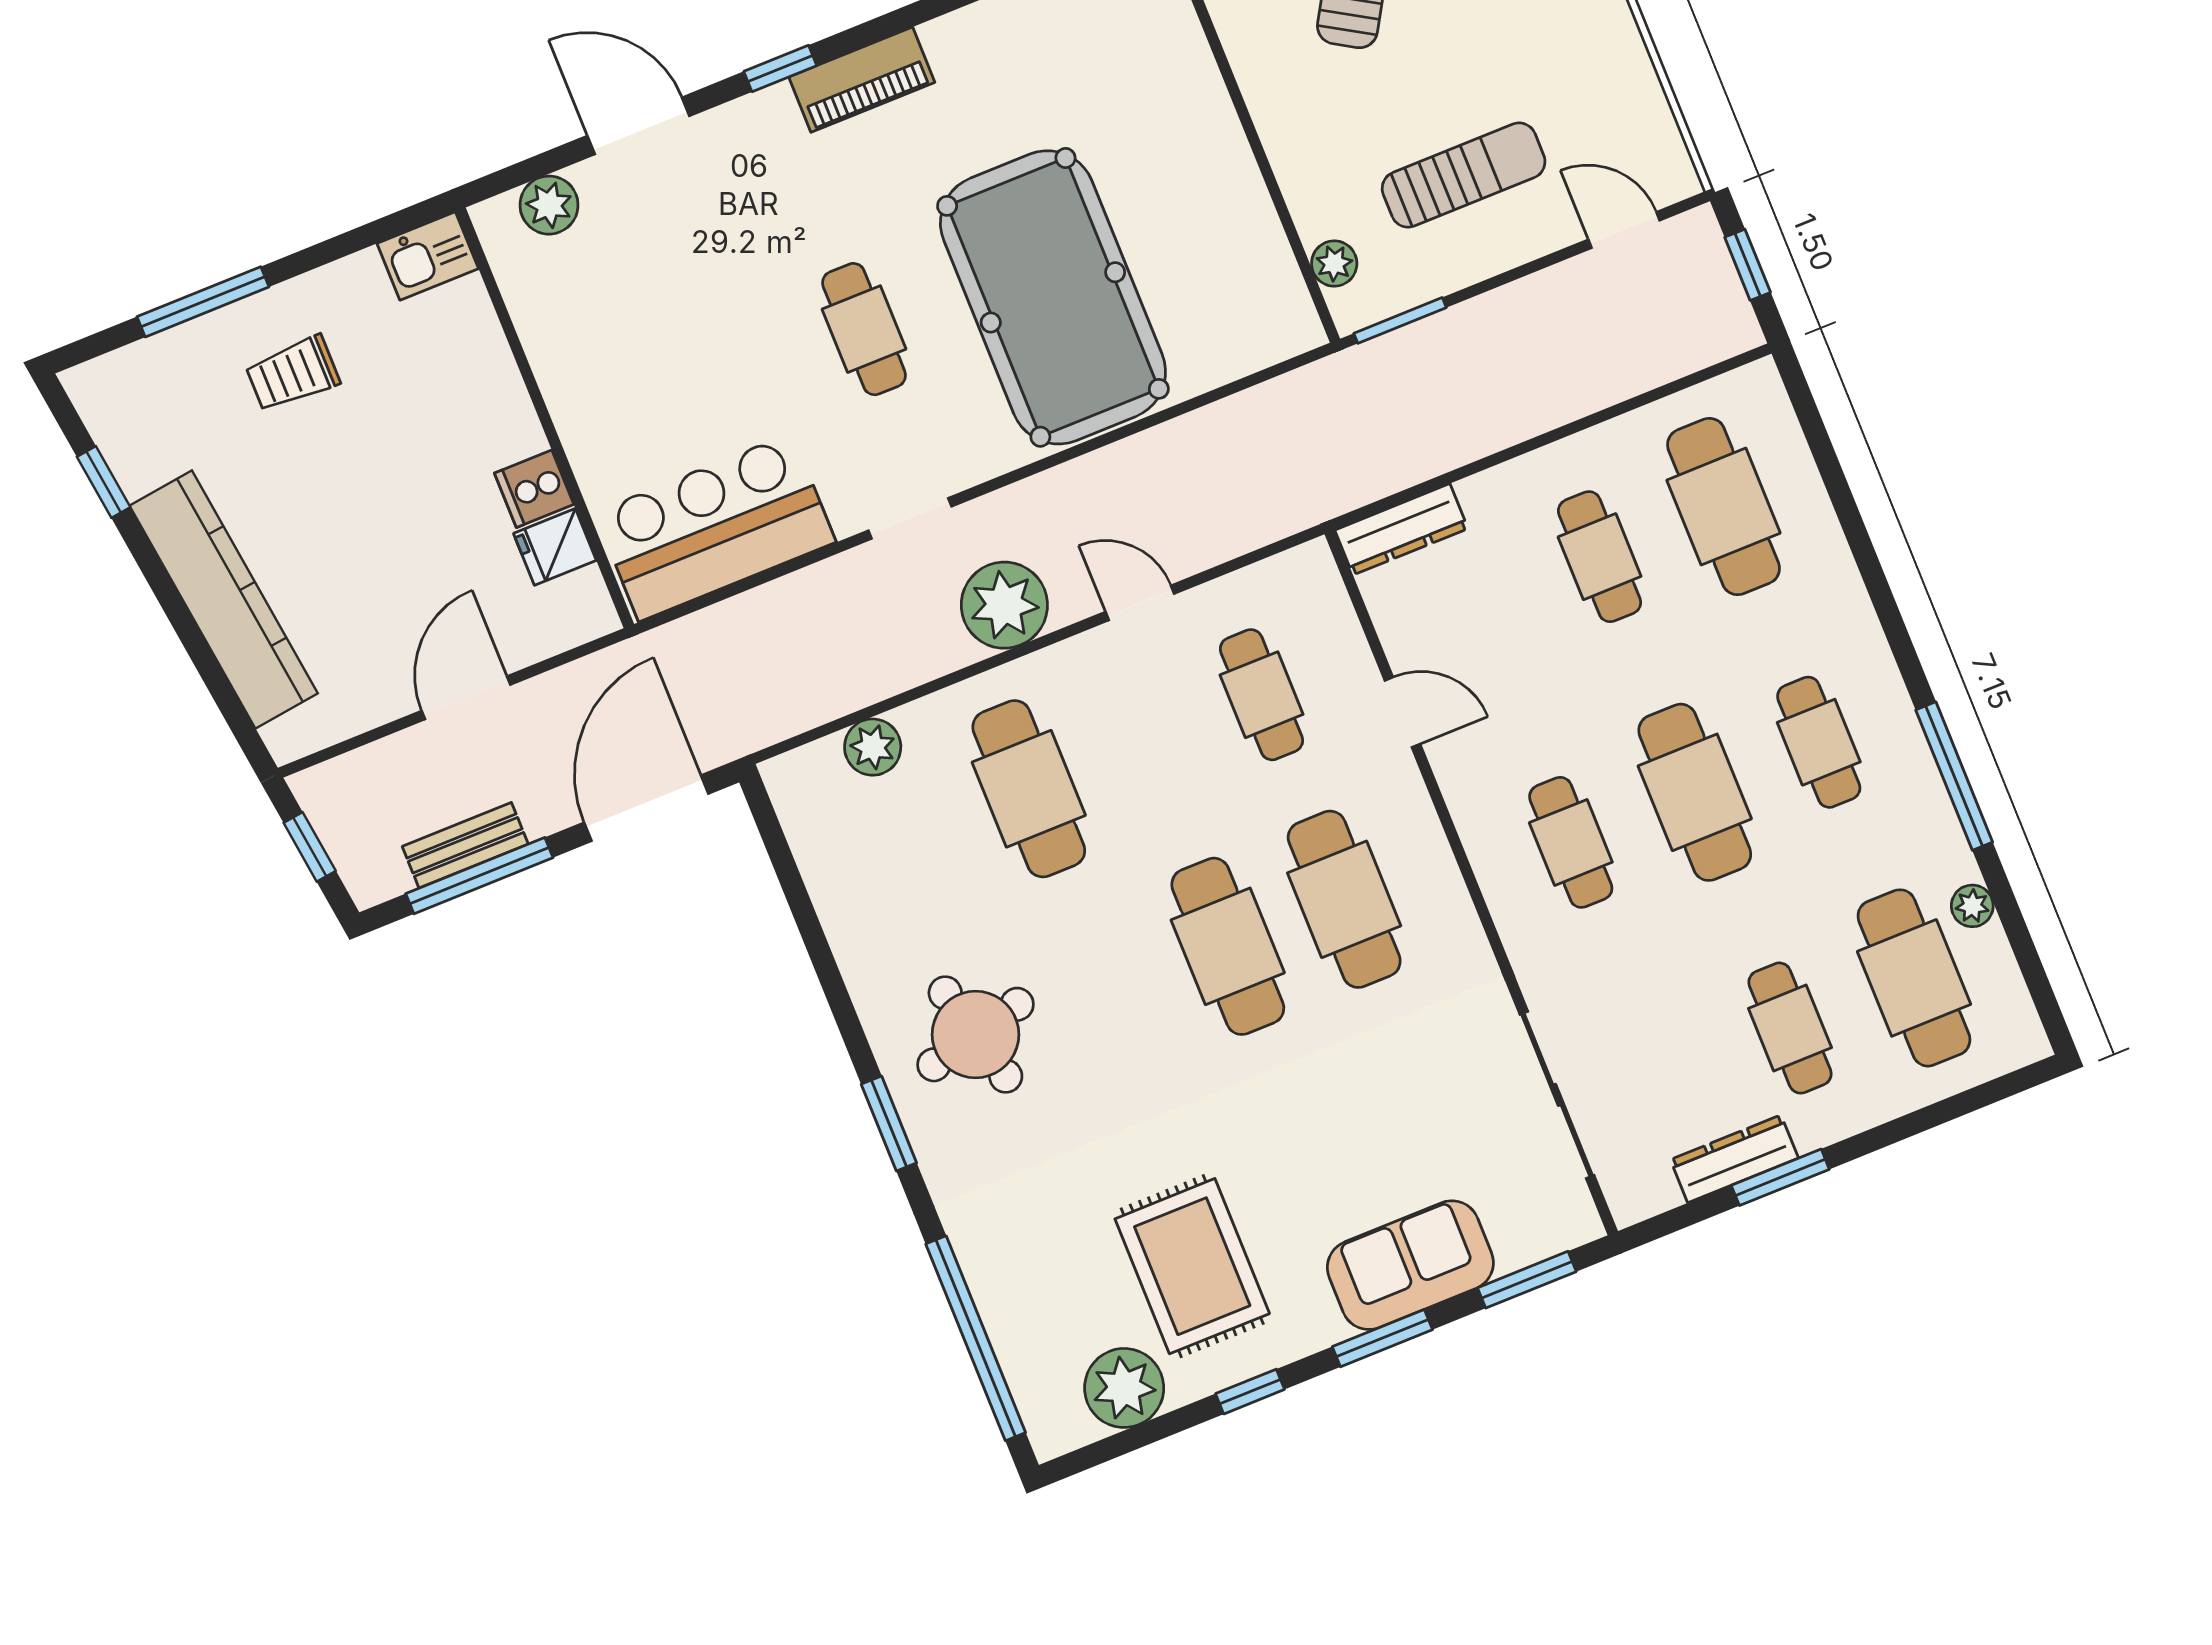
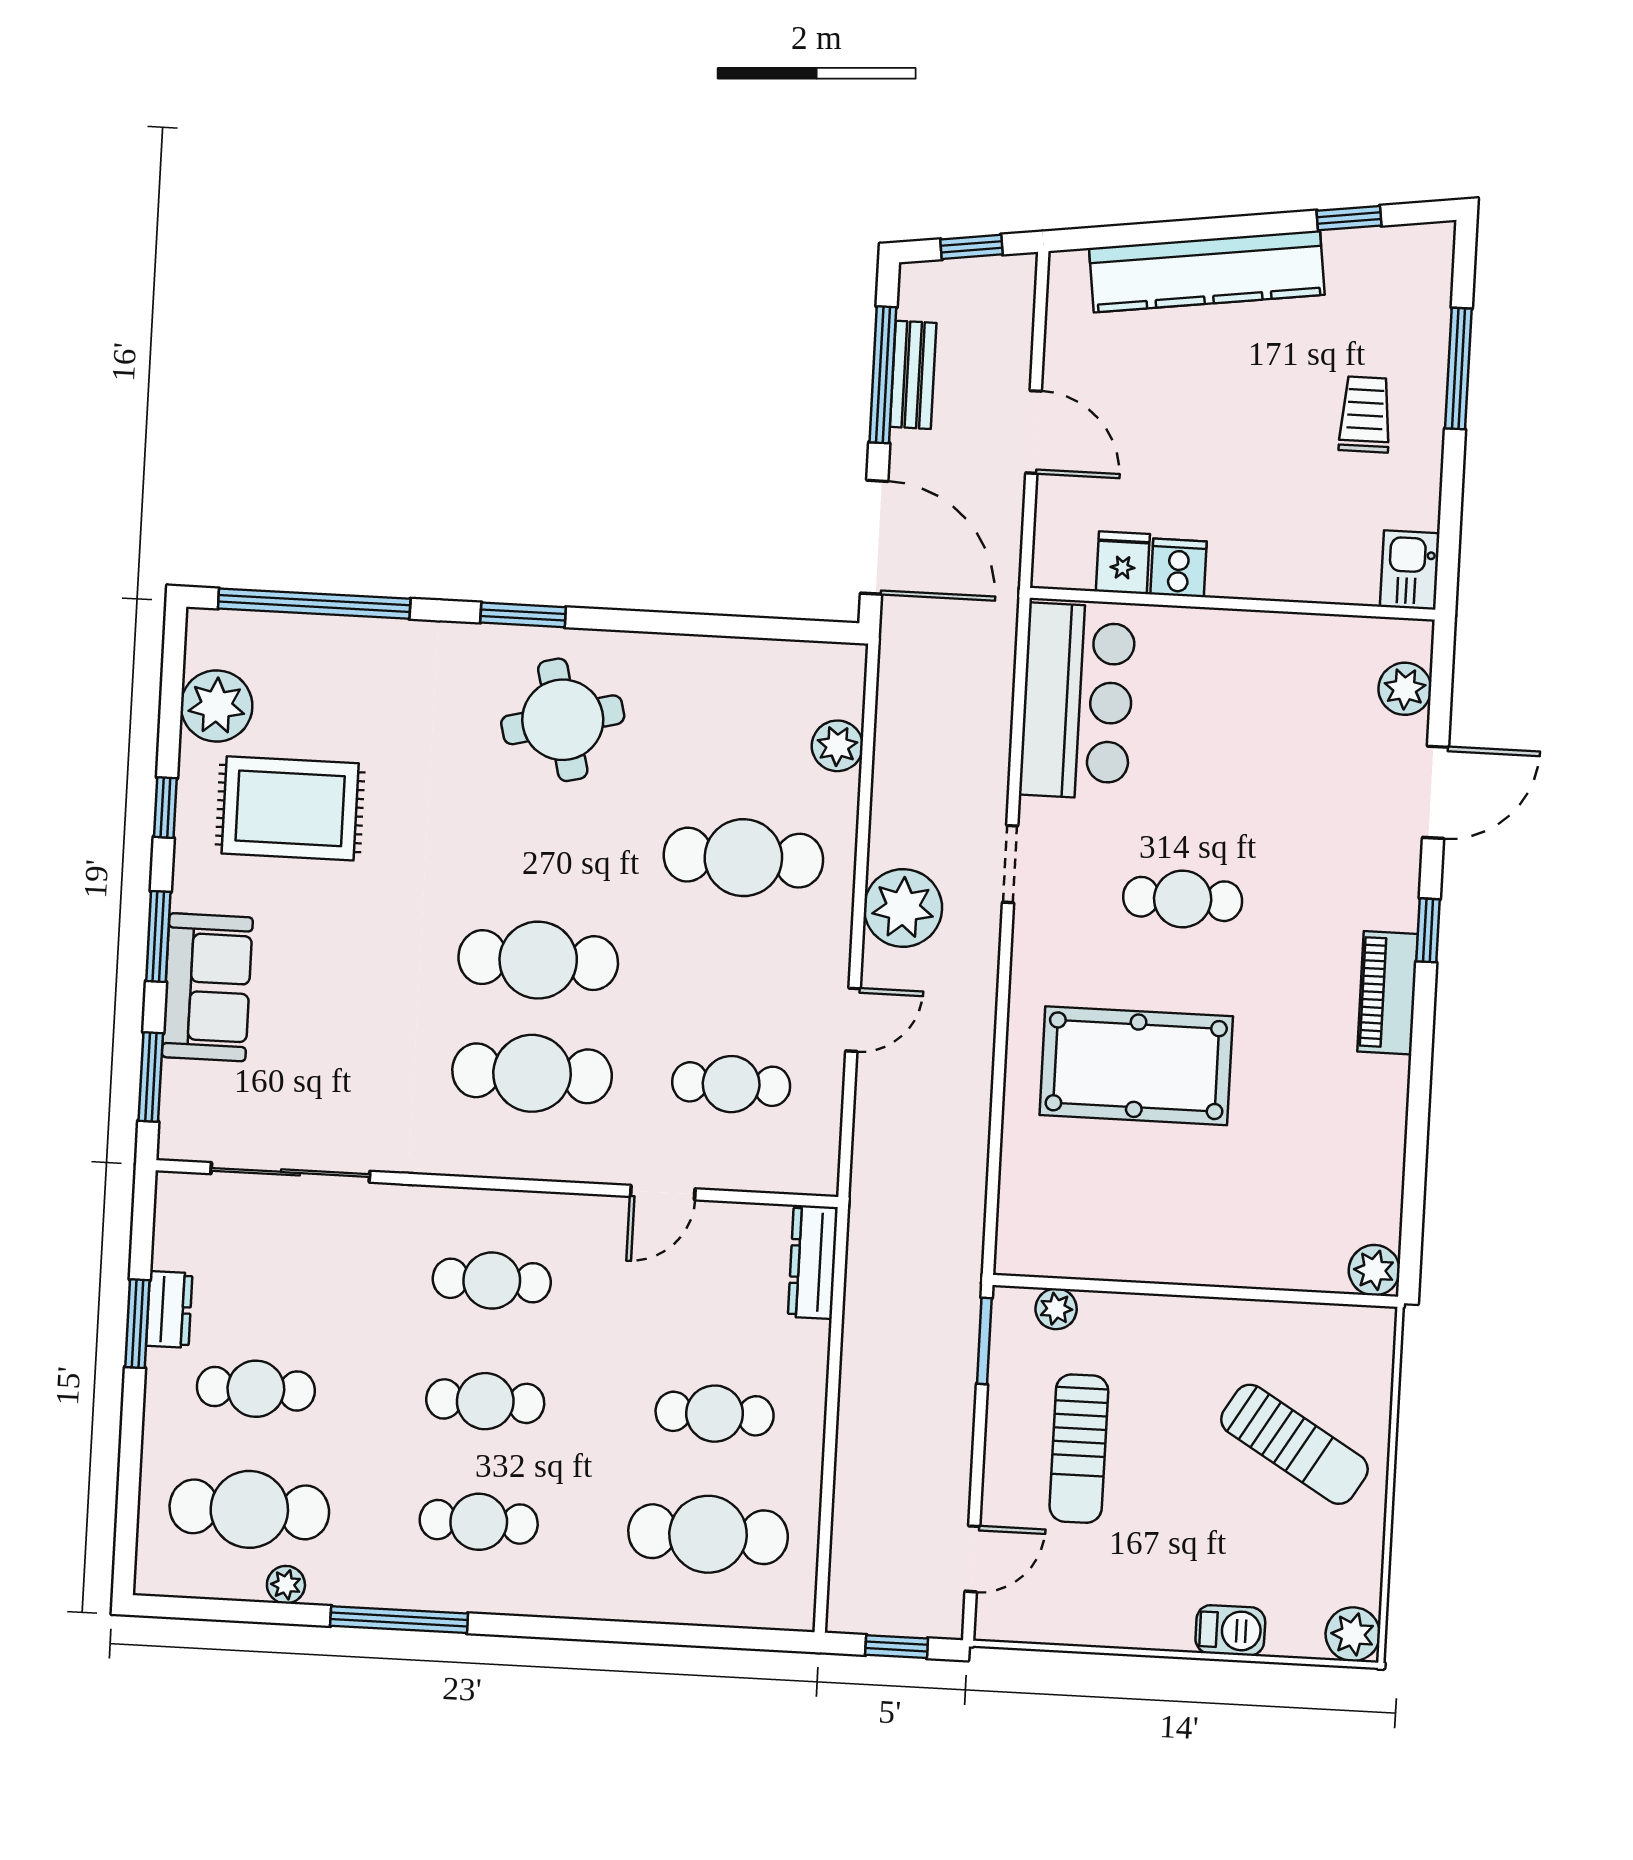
pool table: (1053, 297) -> (1136, 1066), width x0.73, depth x0.76
cafe table: (1695, 792) -> (485, 1401), width x0.73, depth x0.74
dresser: (1734, 1159) -> (169, 1310), width x0.70

